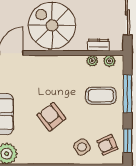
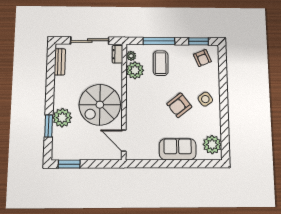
dresser: (98, 45) -> (117, 54), moved
plant: (92, 61) -> (135, 70), width x1.88, depth x1.88
side table: (82, 147) -> (205, 99), moved

